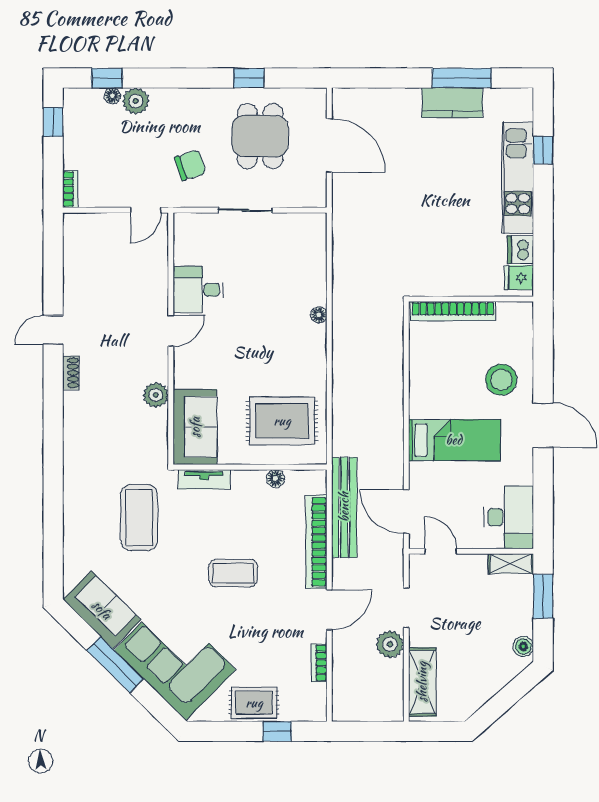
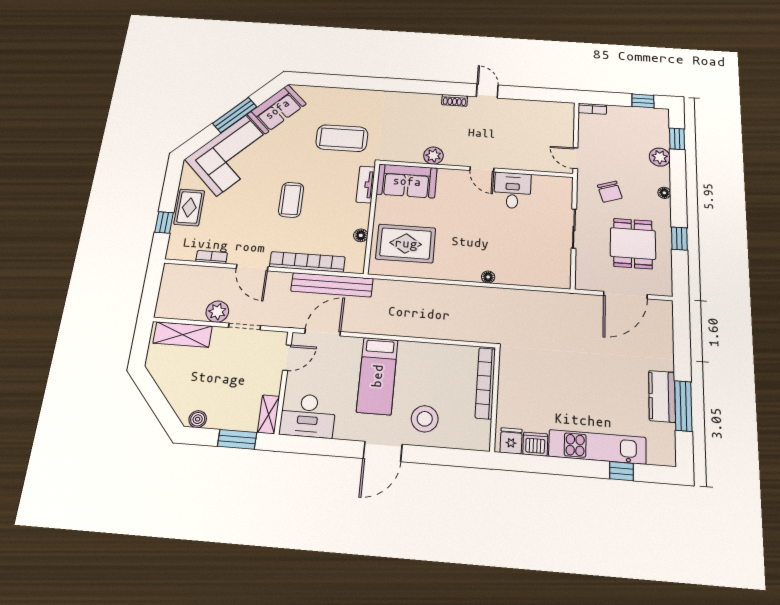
floor lamp: (112, 96) -> (664, 193), moved
dining table: (260, 136) -> (633, 244), turned 90
rug: (282, 421) -> (406, 243), turned 90

